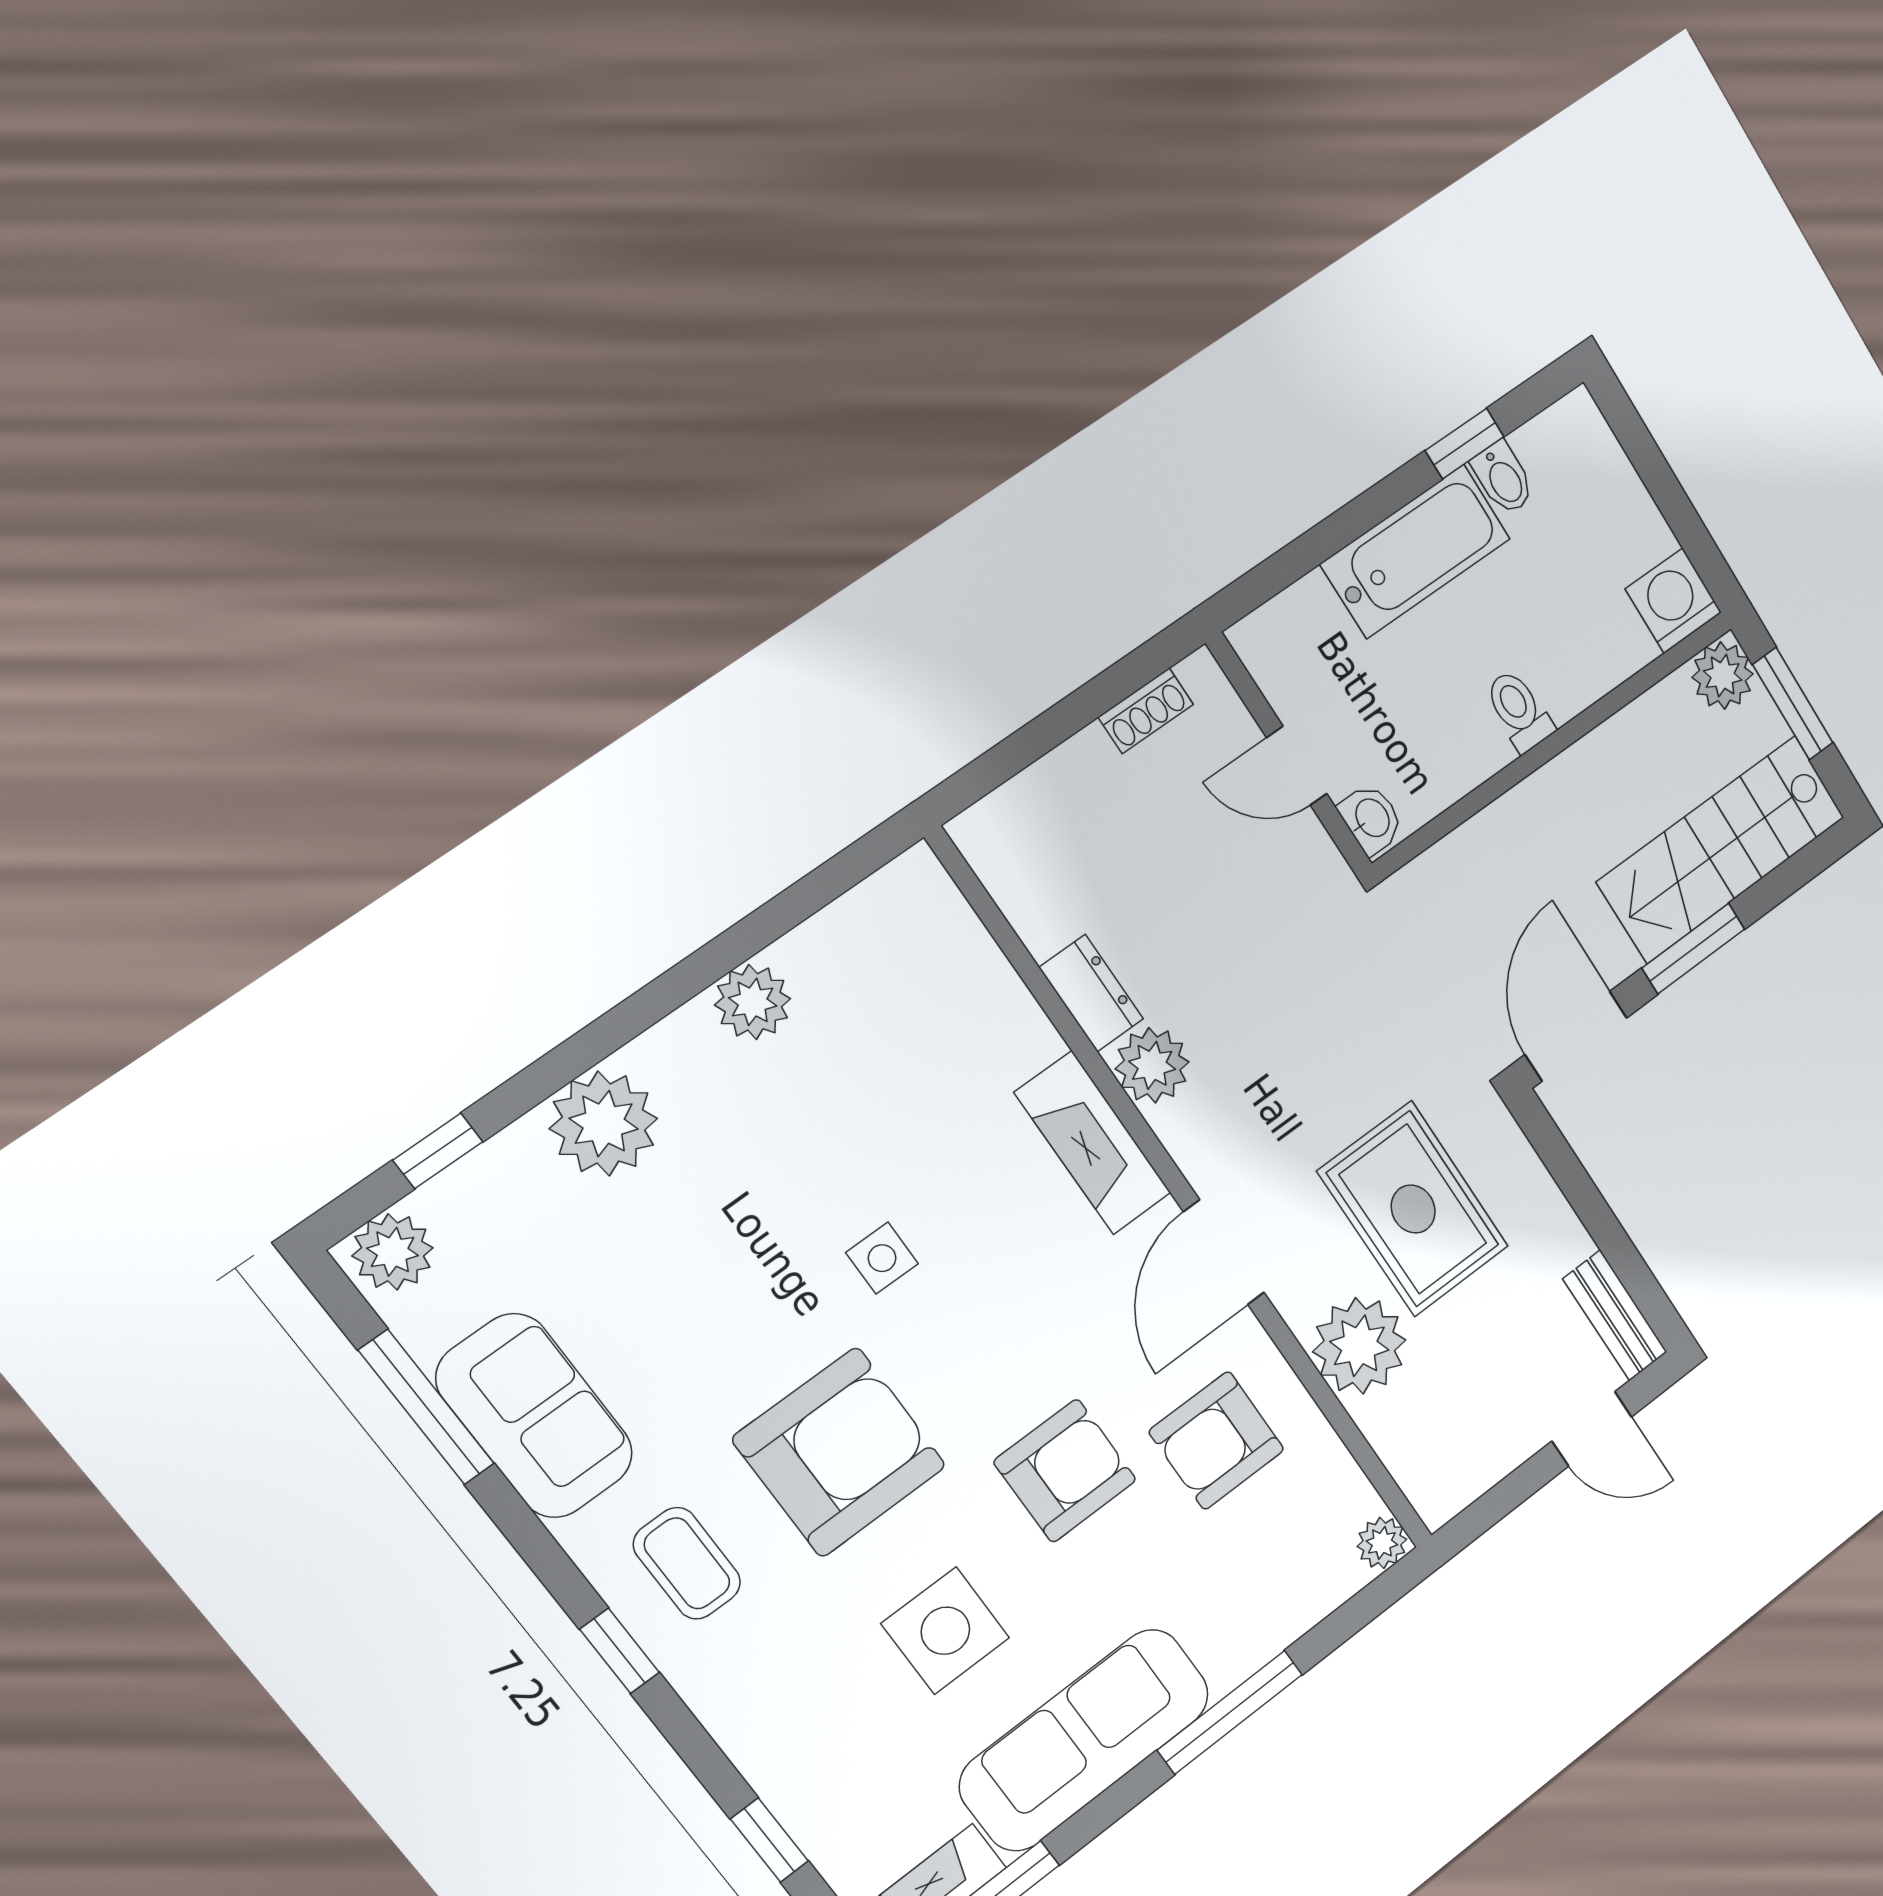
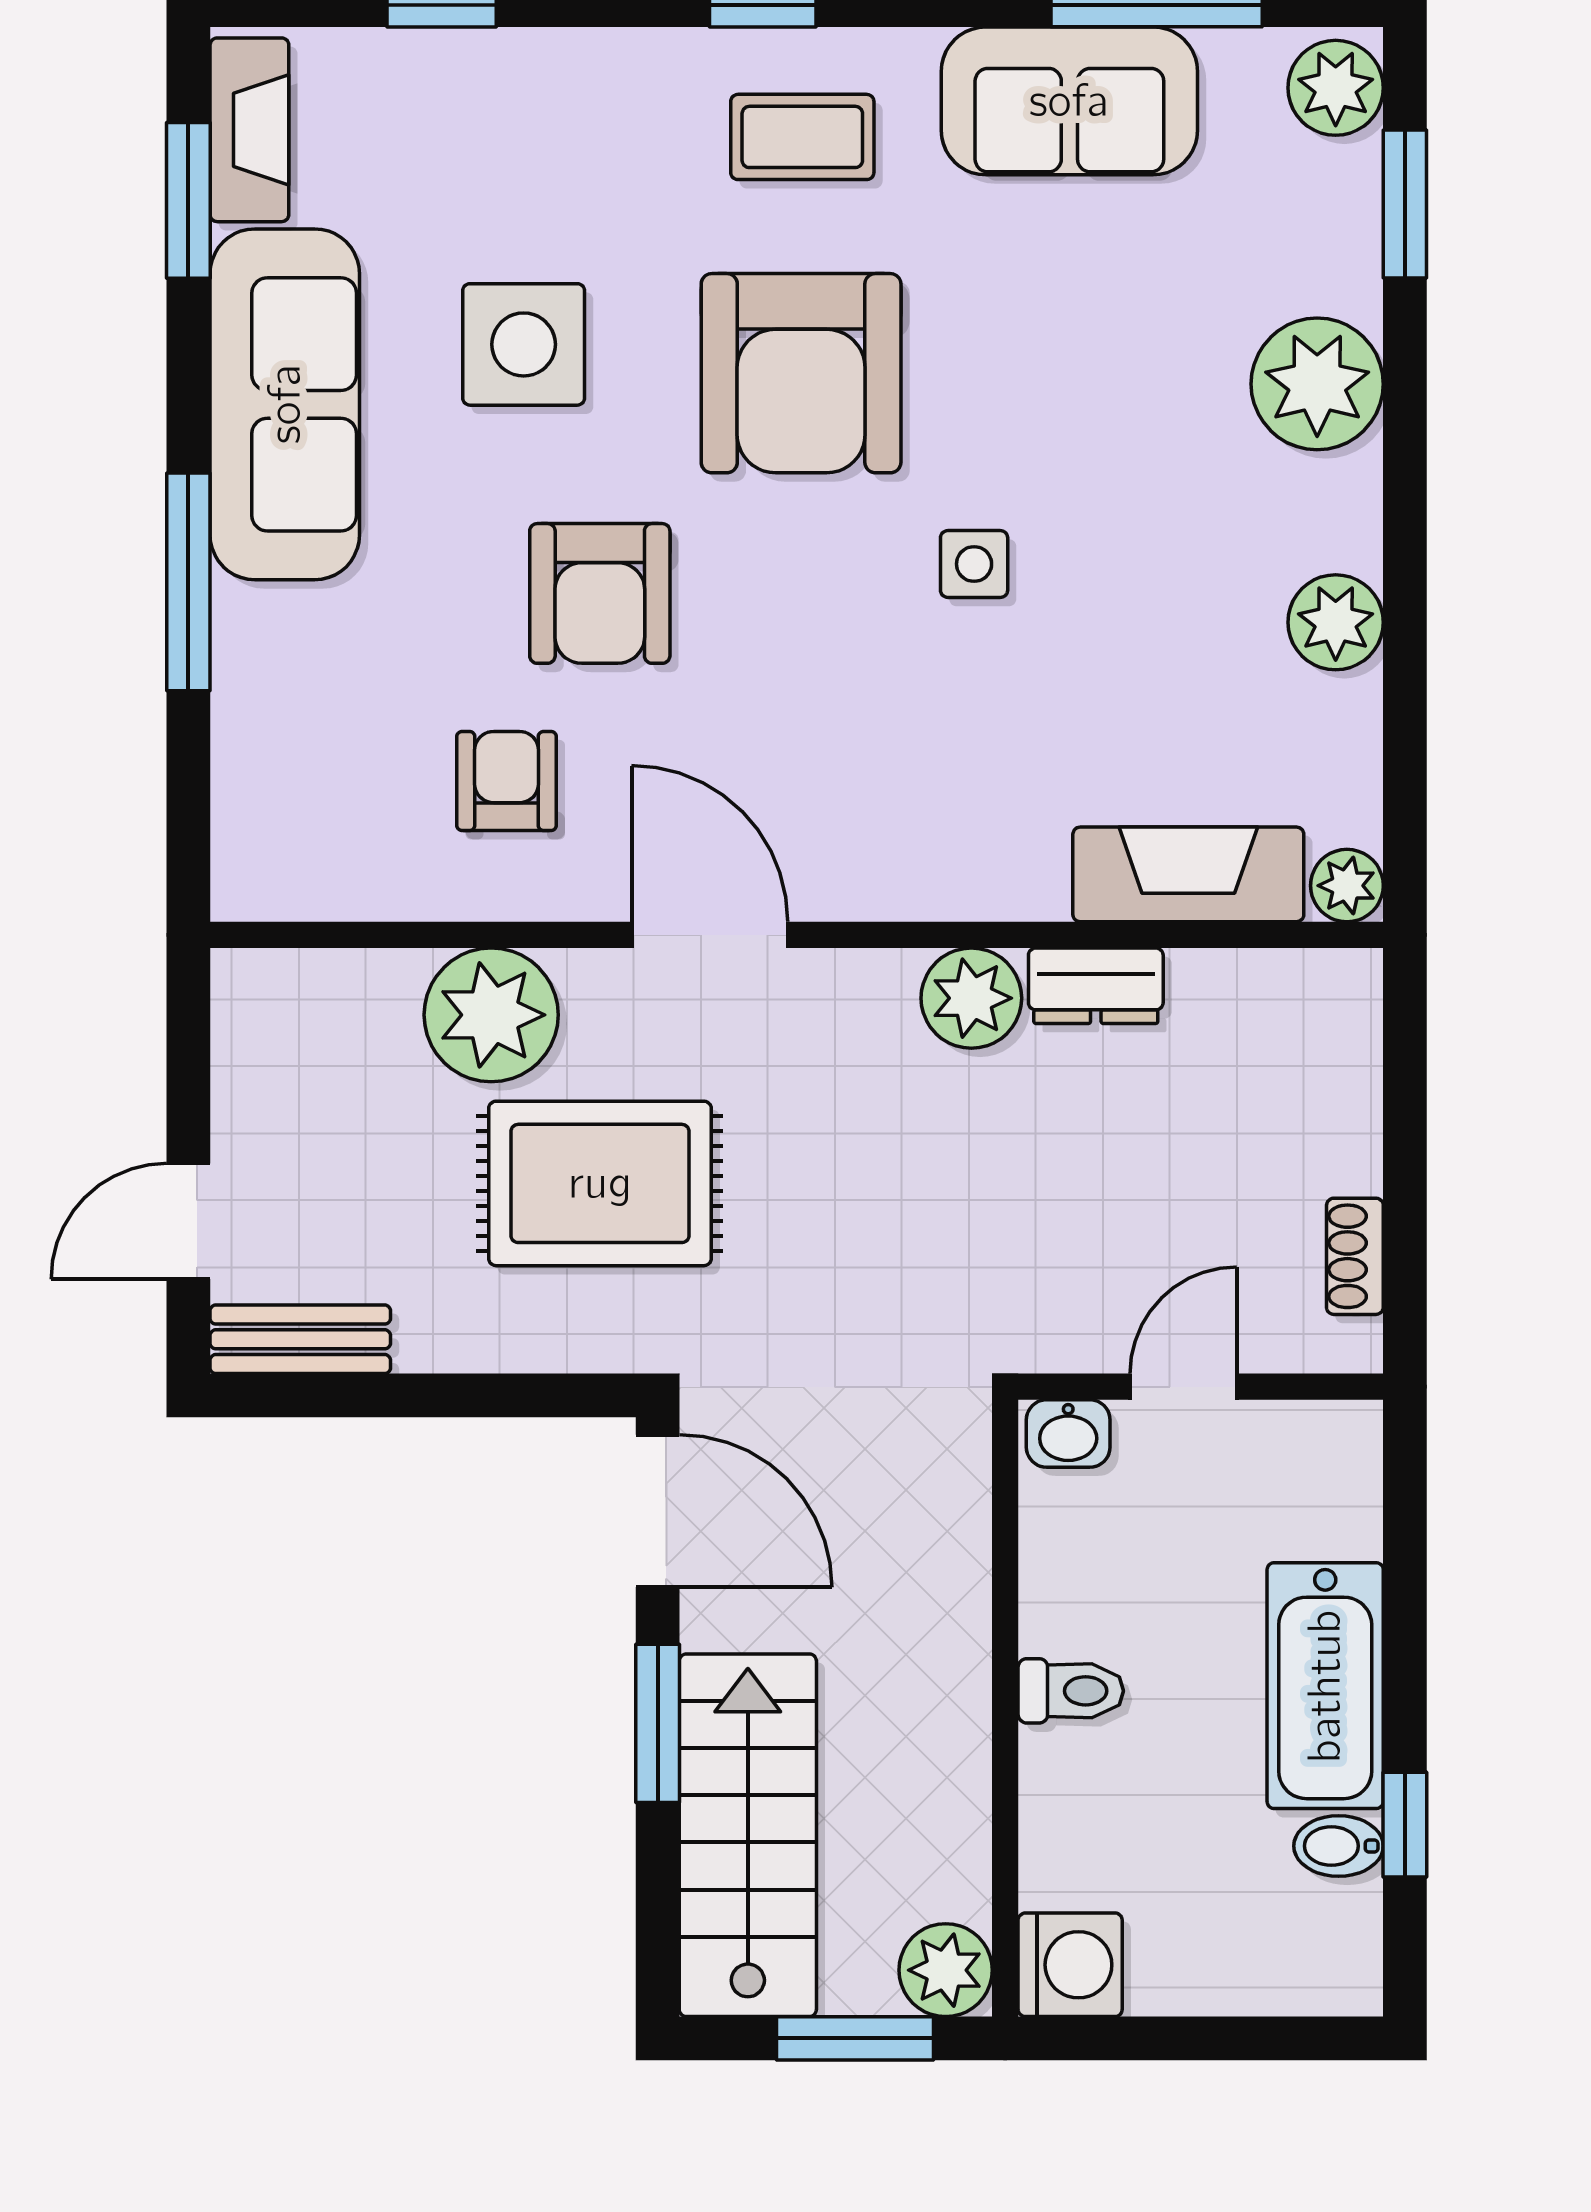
fireplace: (1093, 1143) -> (1188, 874), moved
window: (438, 1151) -> (1405, 204), width x1.50
armchair: (1217, 1441) -> (507, 781), width x0.72, depth x0.72
plant: (1382, 1543) -> (1347, 886), moved

